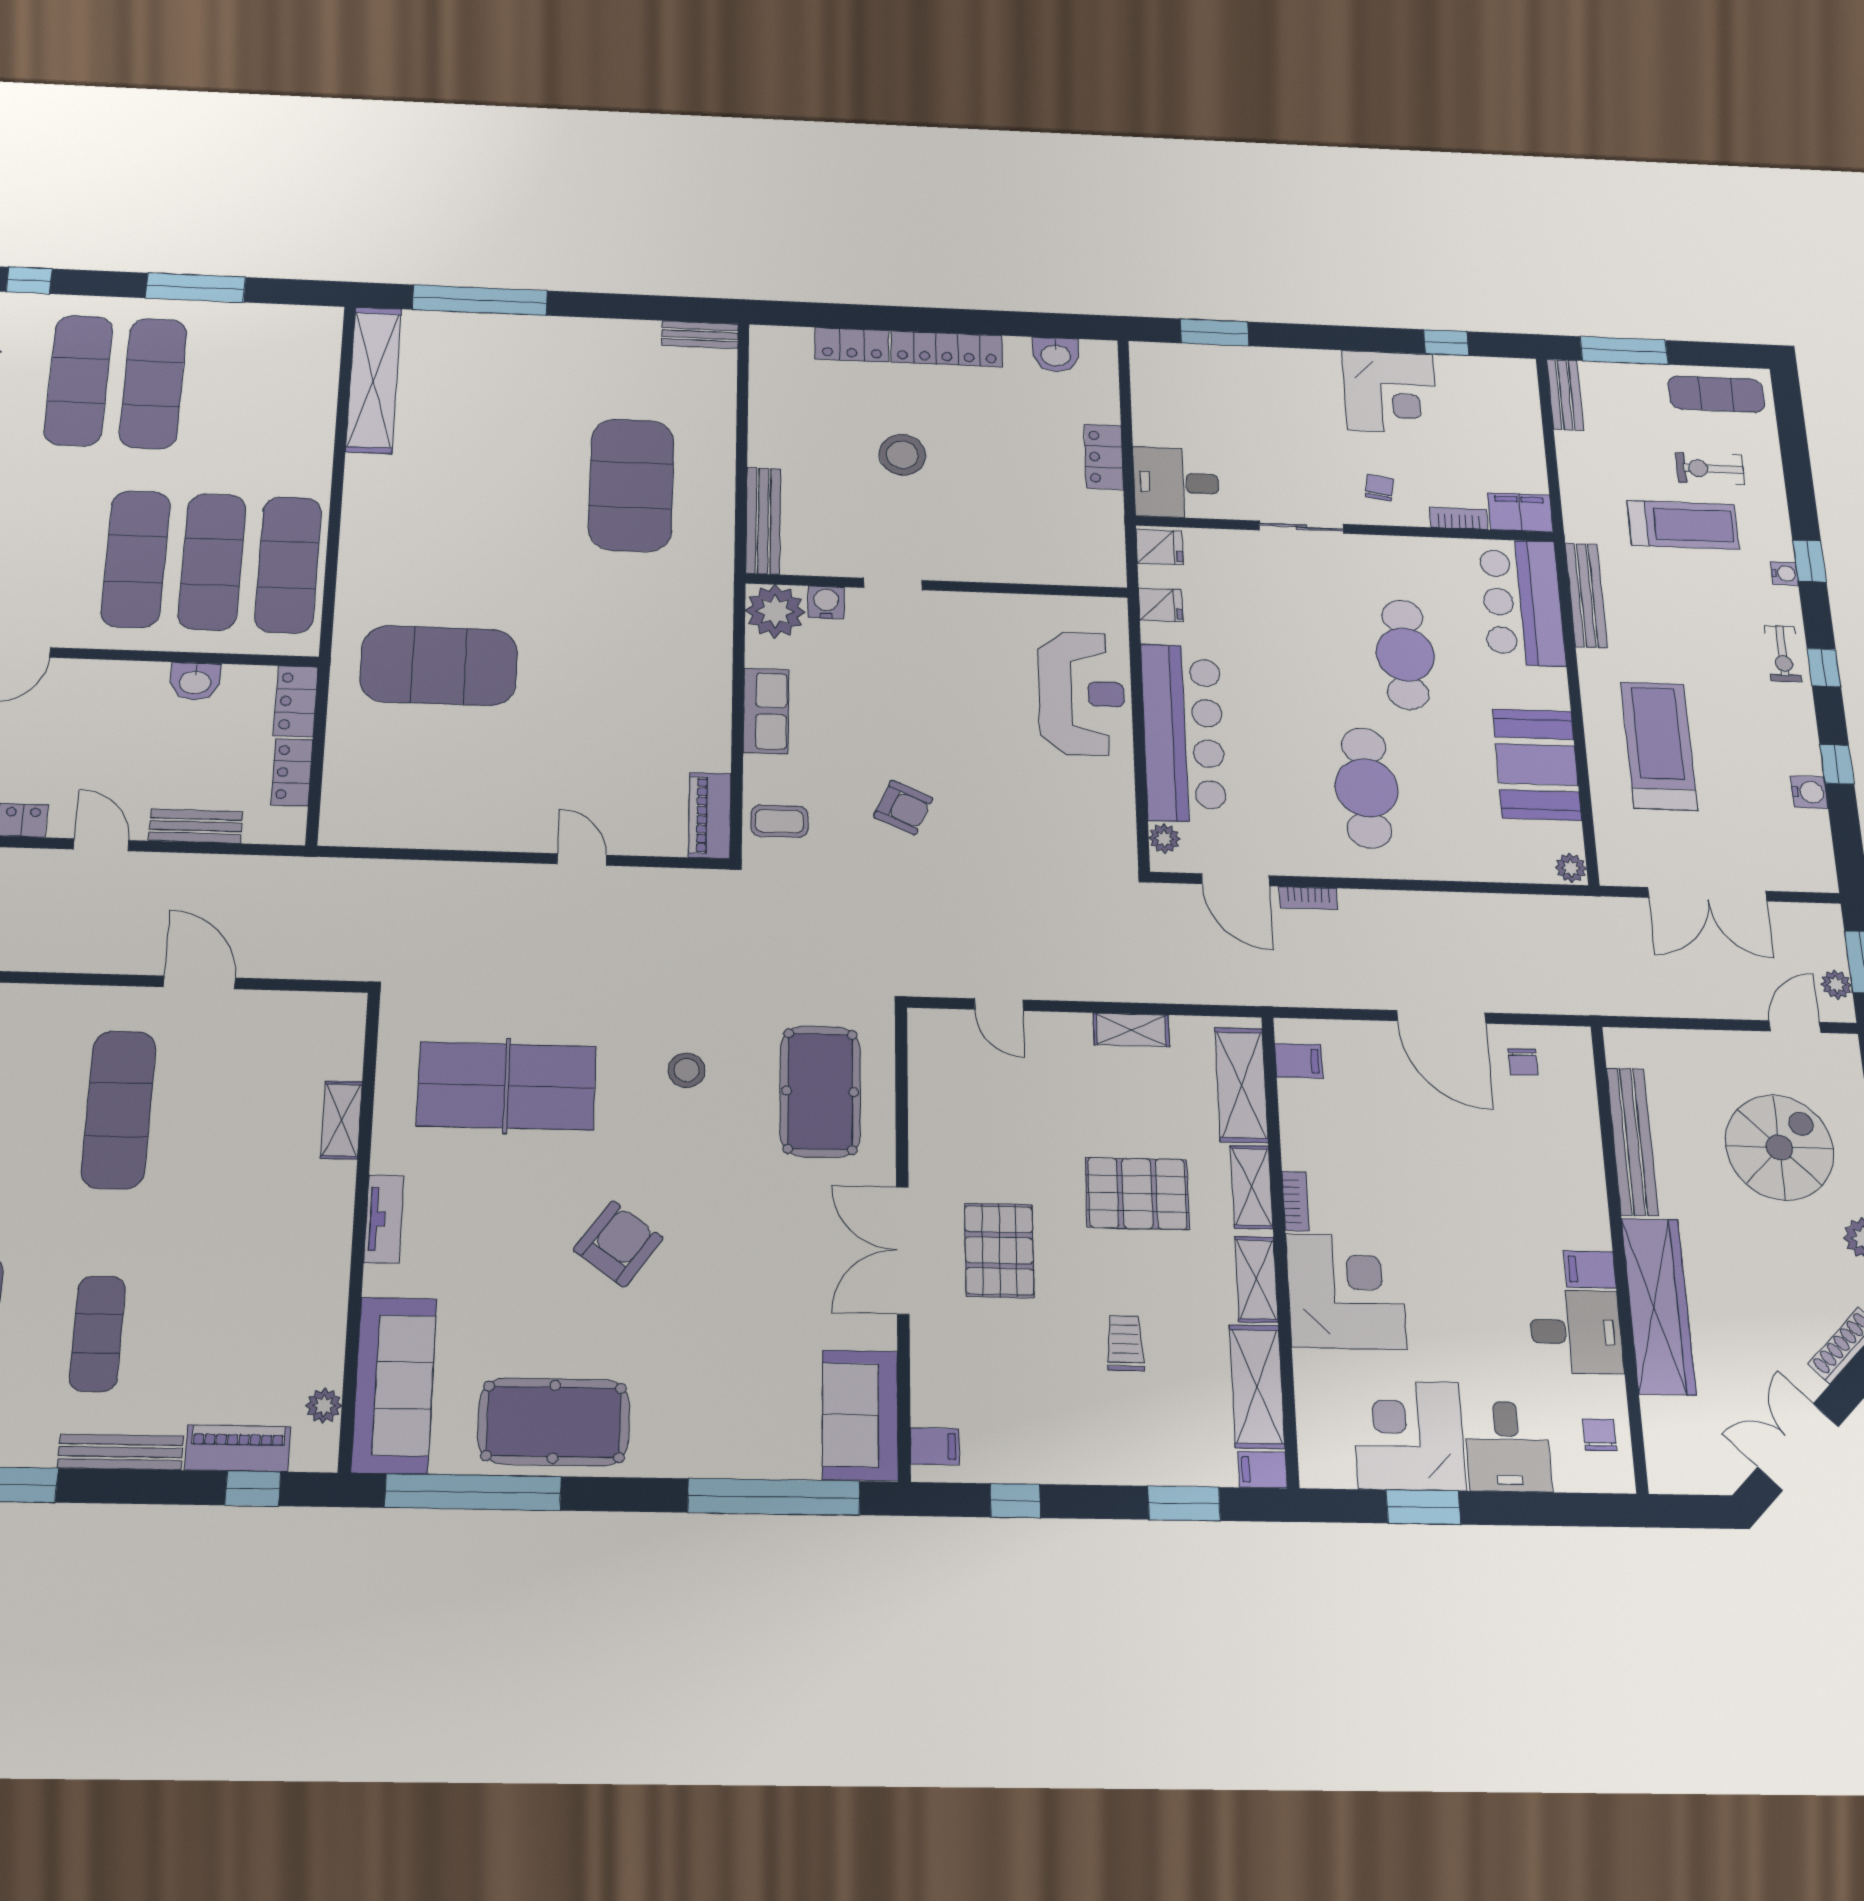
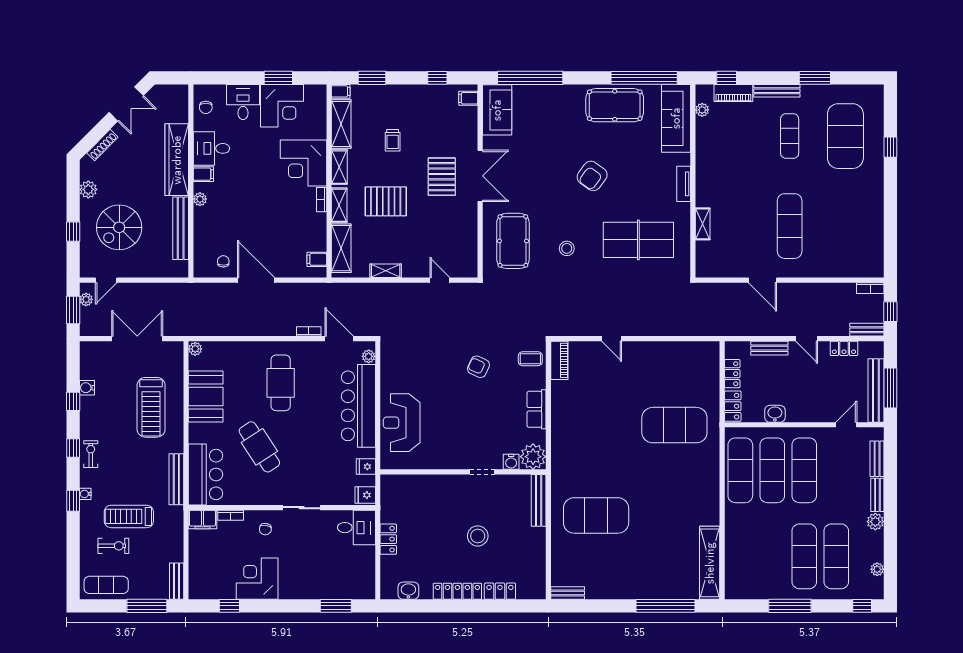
exercise mat: (631, 485) -> (596, 515), turned 90
cafe table: (1405, 654) -> (259, 447), turned -33
plant: (1592, 1209) -> (200, 199), added

